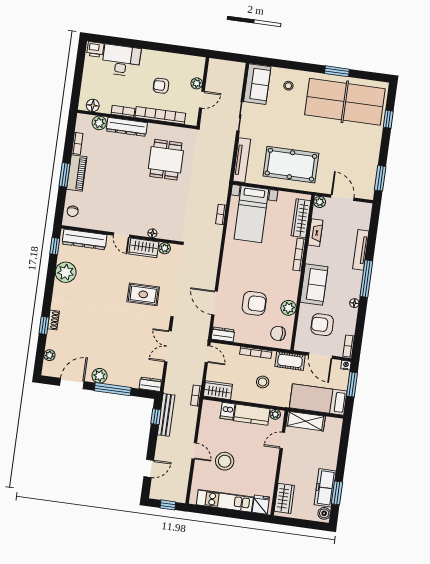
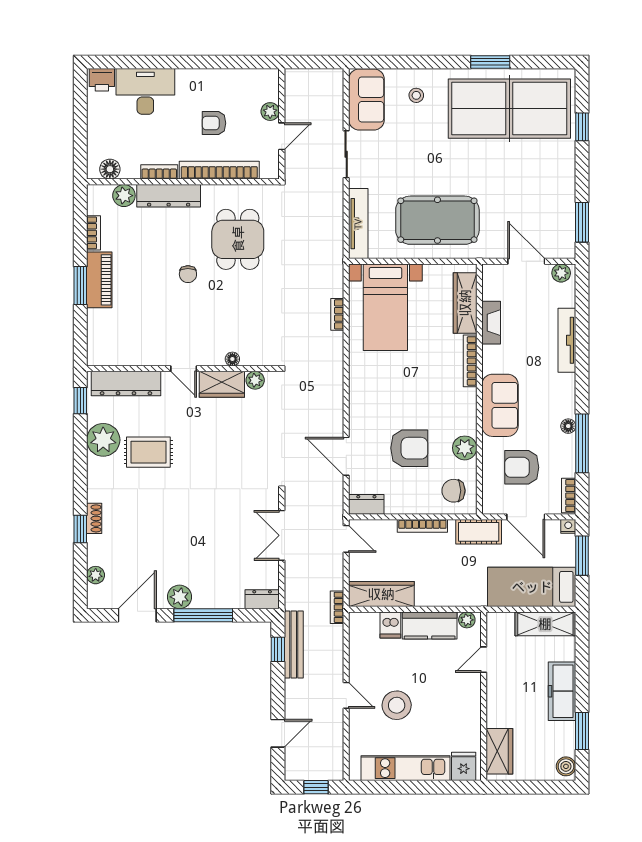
plant: (320, 202) -> (561, 273), moved
chair: (73, 211) -> (188, 274), moved
window: (366, 279) -> (582, 443), moved
rug: (143, 294) -> (148, 452), moved
stool: (263, 382) -> (440, 571), removed
wardrobe: (218, 390) -> (381, 594), width x1.50
shelving: (306, 421) -> (545, 624), moved
freezer: (325, 488) -> (562, 691), moved

